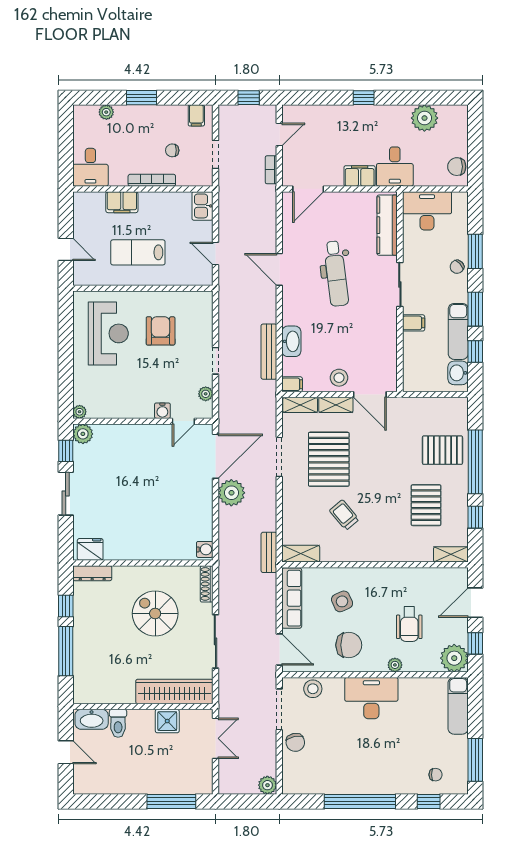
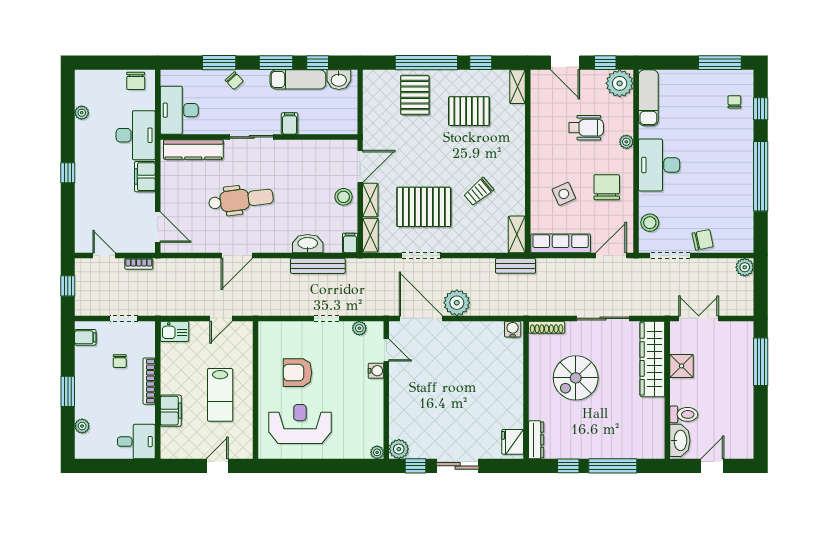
plant: (424, 118) -> (82, 113), width x0.53, depth x0.53
desk: (395, 167) -> (136, 135), width x1.37
exam couch: (458, 706) -> (648, 98), moved, turned -90

